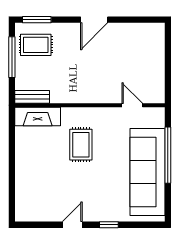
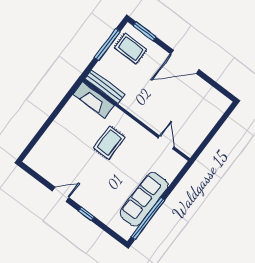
door: (94, 20) -> (185, 62), width x1.36
bench: (32, 97) -> (105, 87), width x1.36
window: (168, 155) -> (148, 218), moved
sofa: (147, 172) -> (144, 199), width x0.74, depth x0.79

